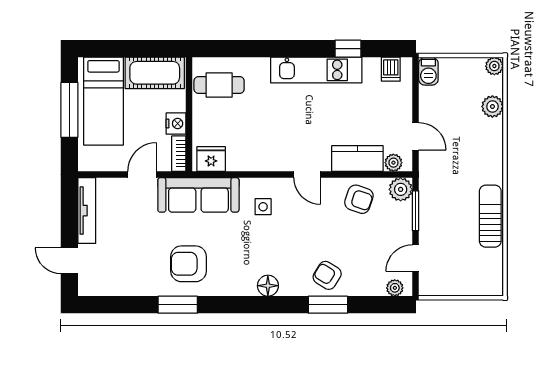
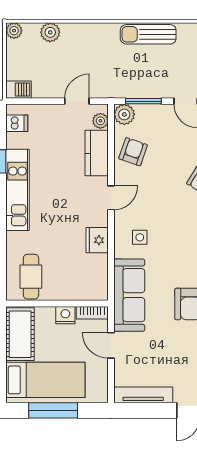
fridge: (211, 159) -> (97, 240), moved

